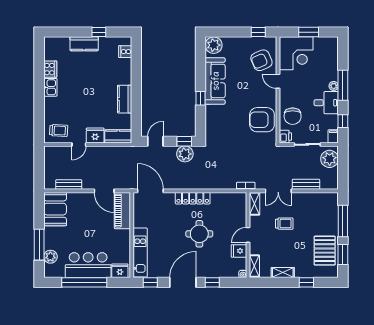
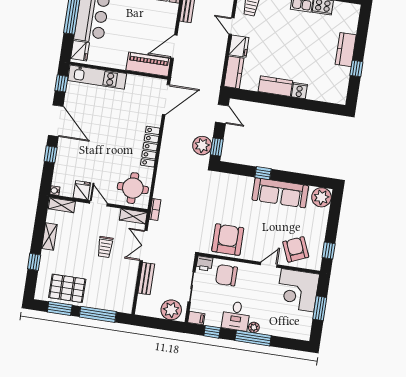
cooker: (125, 52) -> (299, 91), moved
round table: (199, 234) -> (133, 188), moved

